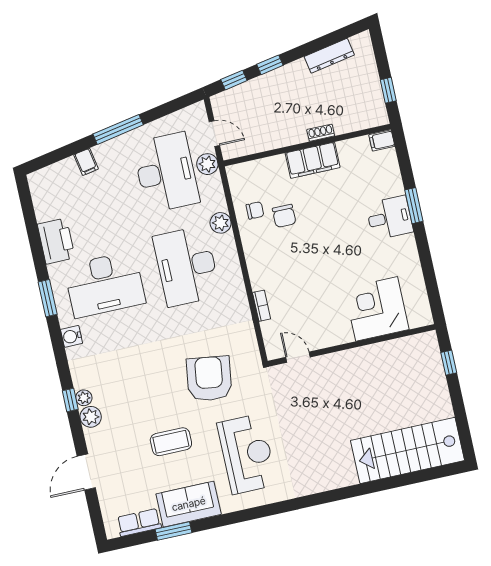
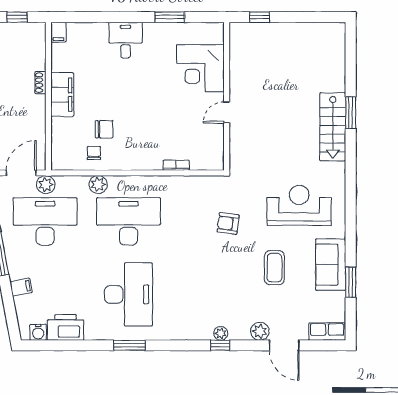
door: (214, 134) -> (21, 173), width x1.37
window: (414, 206) -> (170, 17), moved
printer: (56, 241) -> (66, 327), moved
desk: (187, 266) -> (128, 221), turned 180
water cooler: (72, 336) -> (38, 332), moved
door: (298, 357) -> (227, 112), moved
armchair: (209, 379) -> (228, 223), width x0.53, depth x0.53
plant: (91, 417) -> (260, 331), moved
stairs: (407, 450) -> (333, 127), moved, width x0.73, depth x0.66
window: (364, 489) -> (351, 113), added
row of seats: (139, 522) -> (327, 332), moved, turned 90

